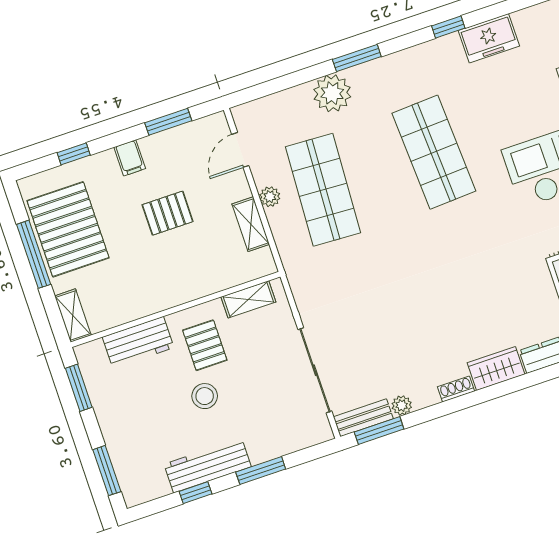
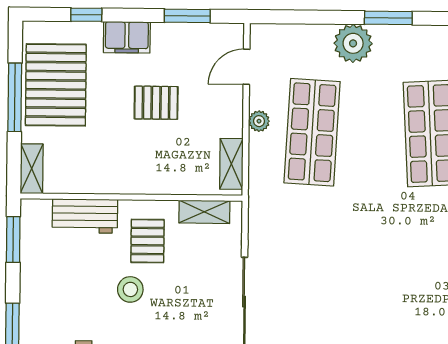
filing cabinet: (130, 158) -> (127, 37), width x2.00
shelving: (251, 224) -> (231, 164), moved

